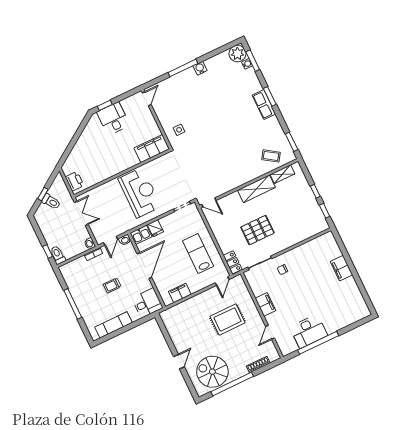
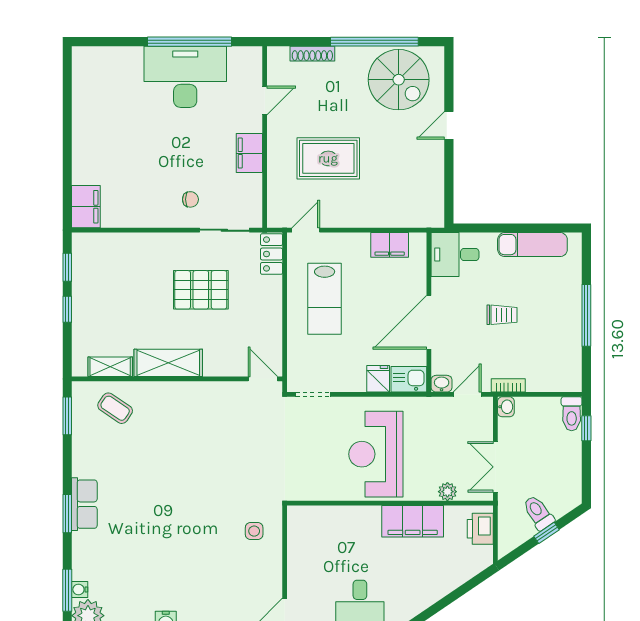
filing cabinet: (152, 149) -> (413, 521), moved
plant: (98, 191) -> (447, 492), added
filing cabinet: (341, 268) -> (86, 207), moved
desk: (309, 331) -> (185, 77), width x1.36, depth x1.30

